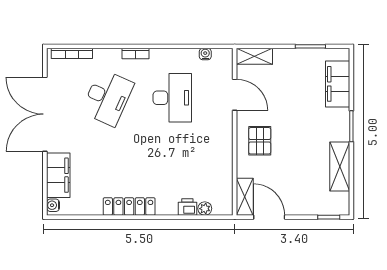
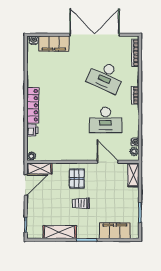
plant: (219, 55) -> (134, 151), added
door: (235, 95) -> (108, 162), swing flipped
trolley: (297, 135) -> (81, 203), added
pallet: (260, 141) -> (77, 179), turned 90
locker: (129, 206) -> (33, 105), moved
plant: (205, 209) -> (31, 156), moved

